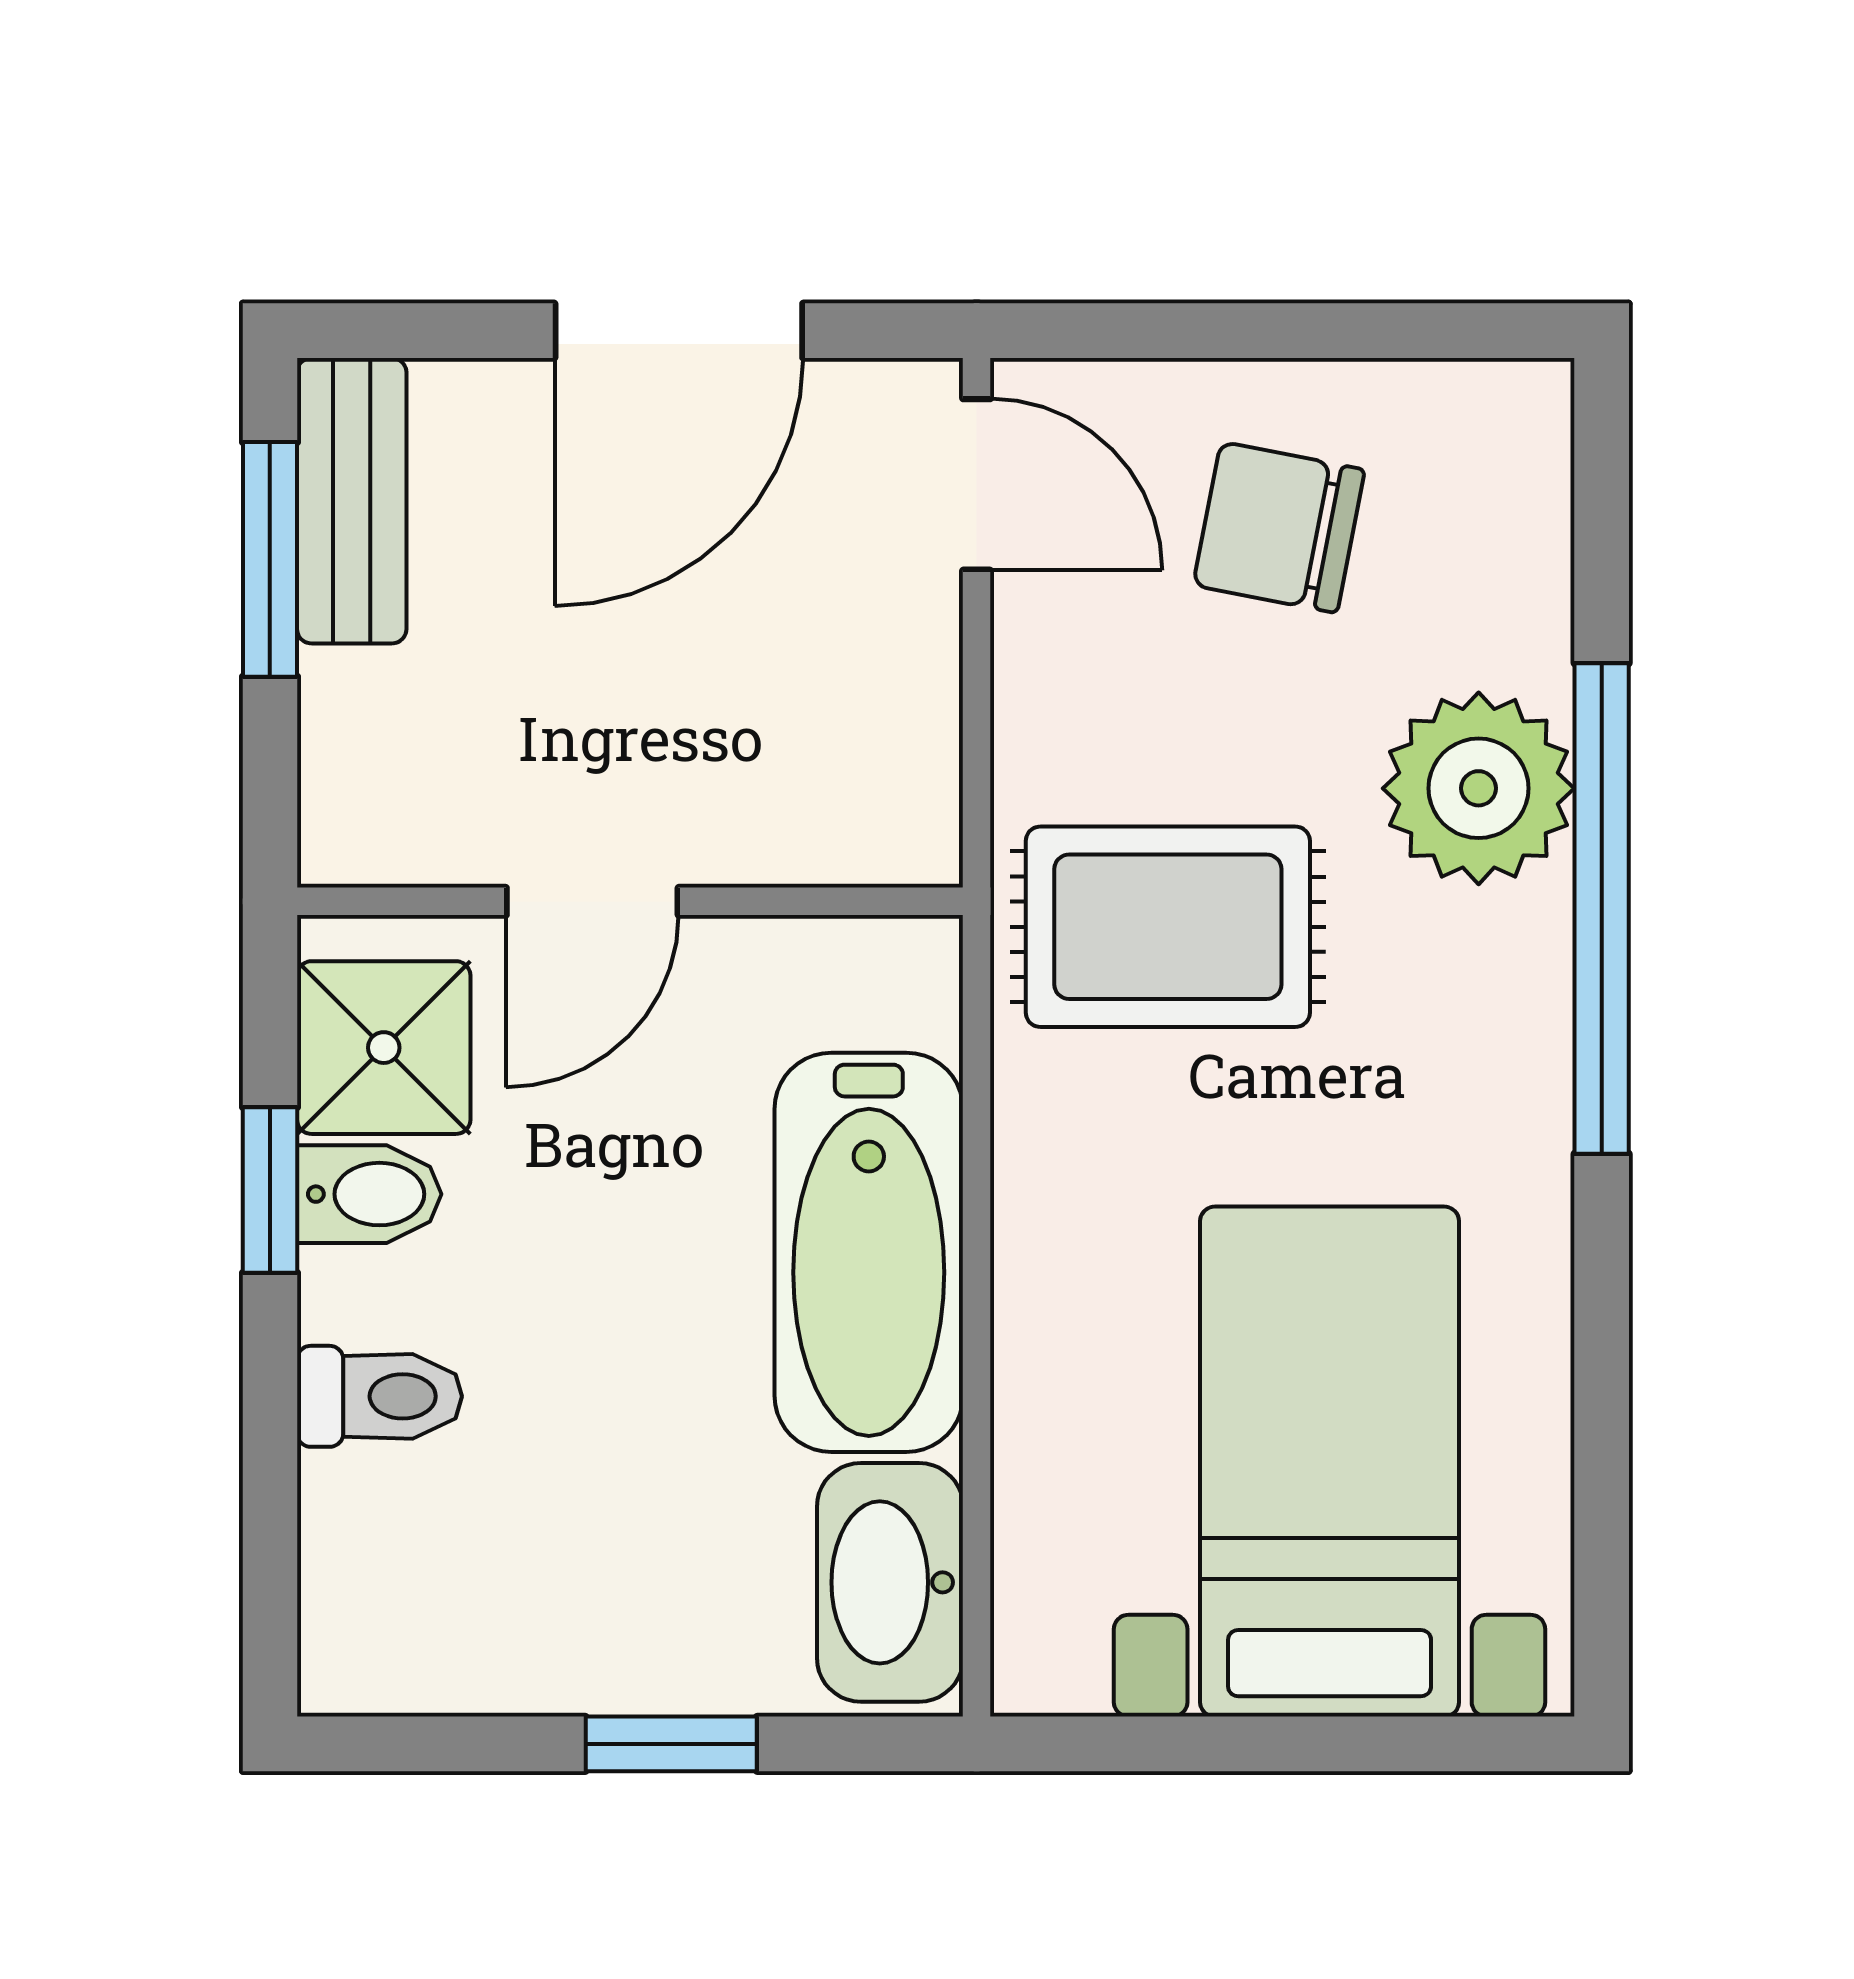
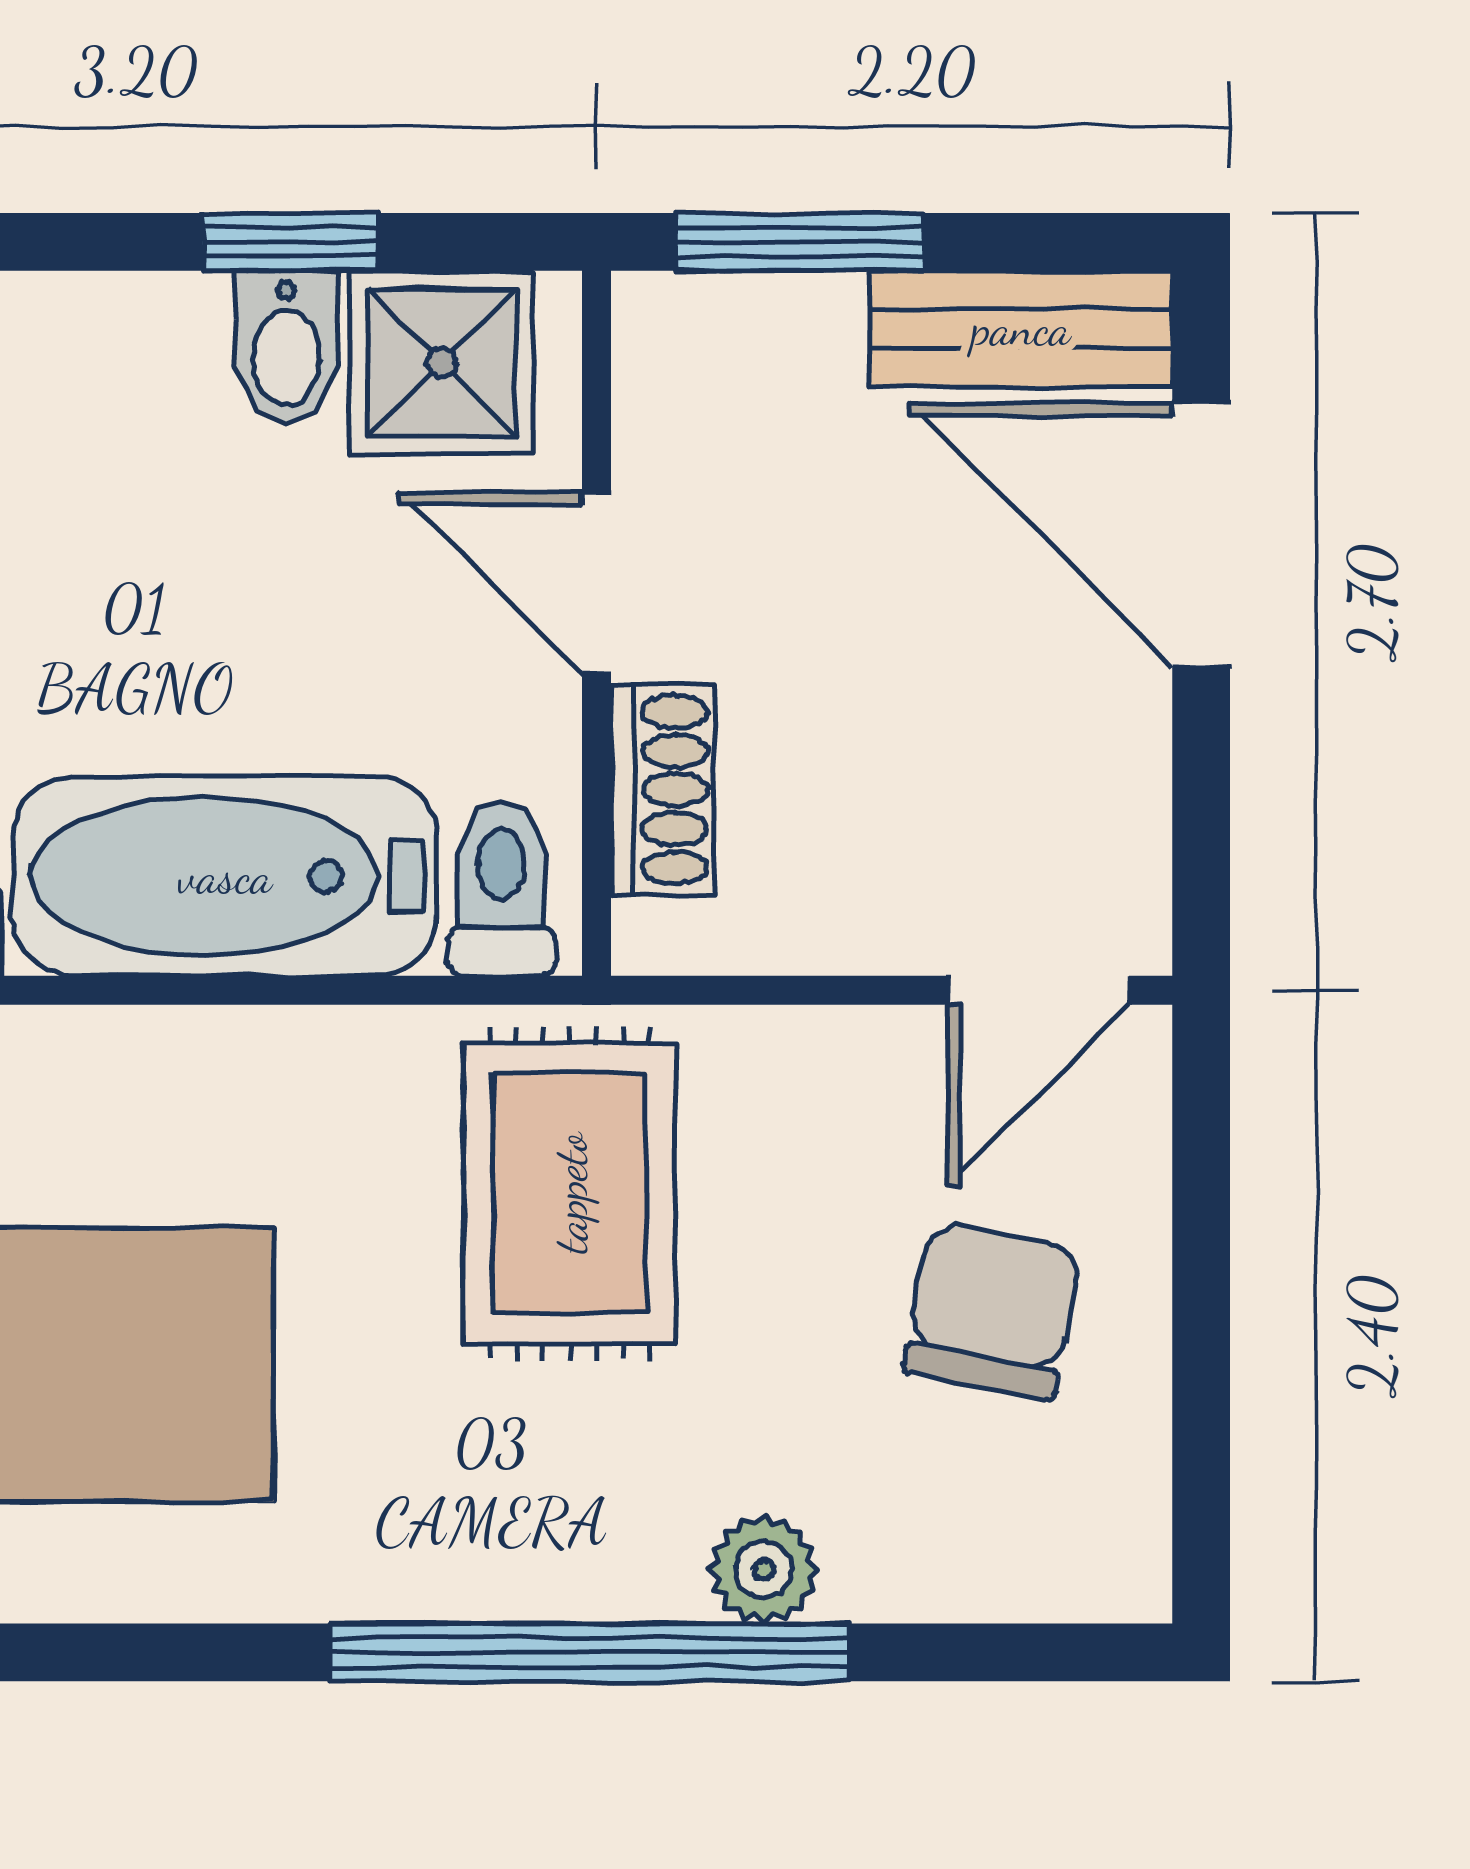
door: (679, 331) -> (1201, 535), moved
window: (270, 559) -> (800, 242), moved
plant: (1479, 788) -> (764, 1569), width x0.53, depth x0.53
shoe rack: (787, 839) -> (662, 790), added
toilet: (380, 1396) -> (501, 889), moved, turned 180

